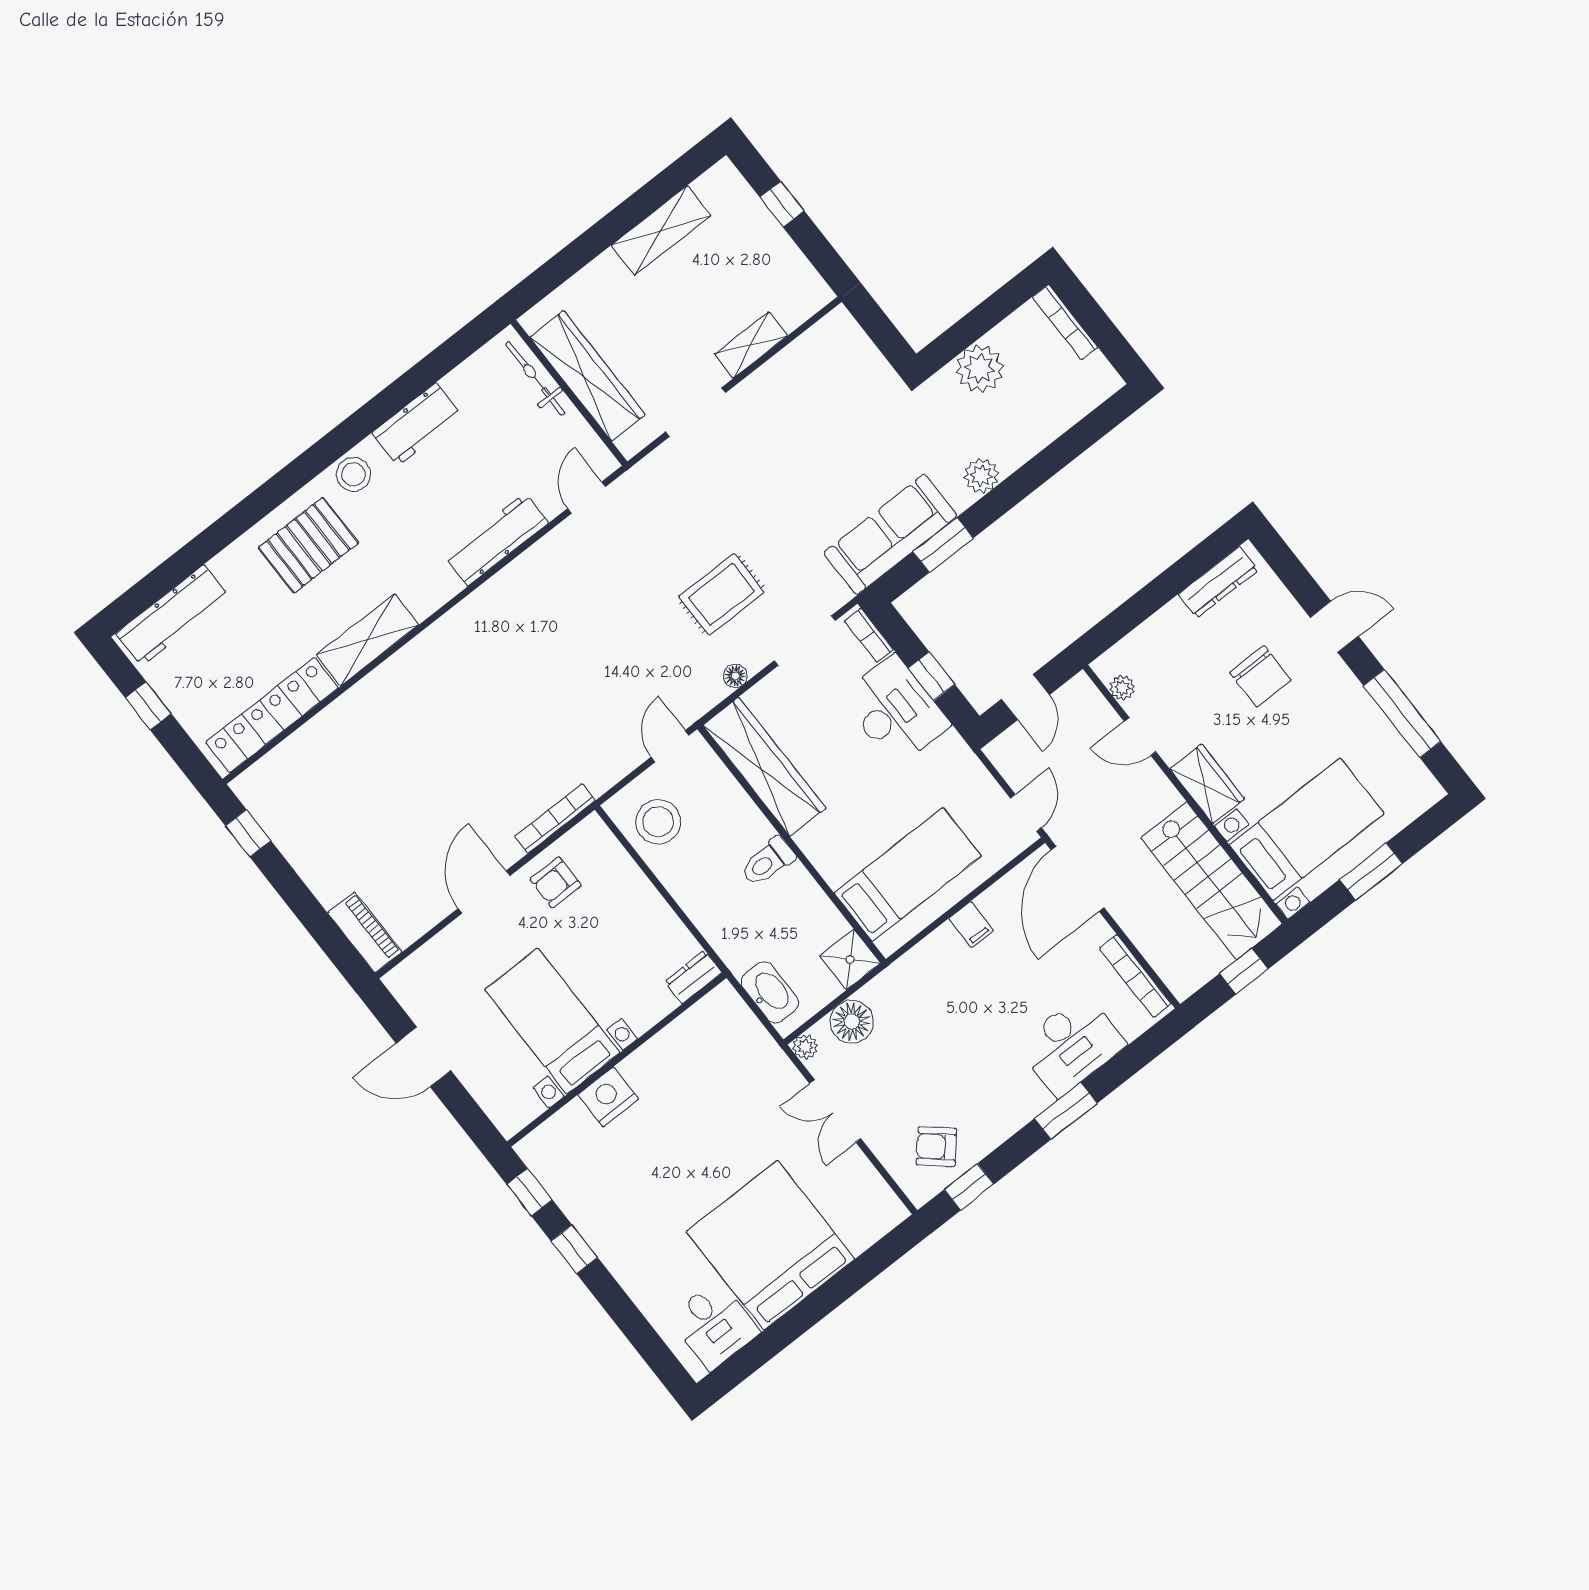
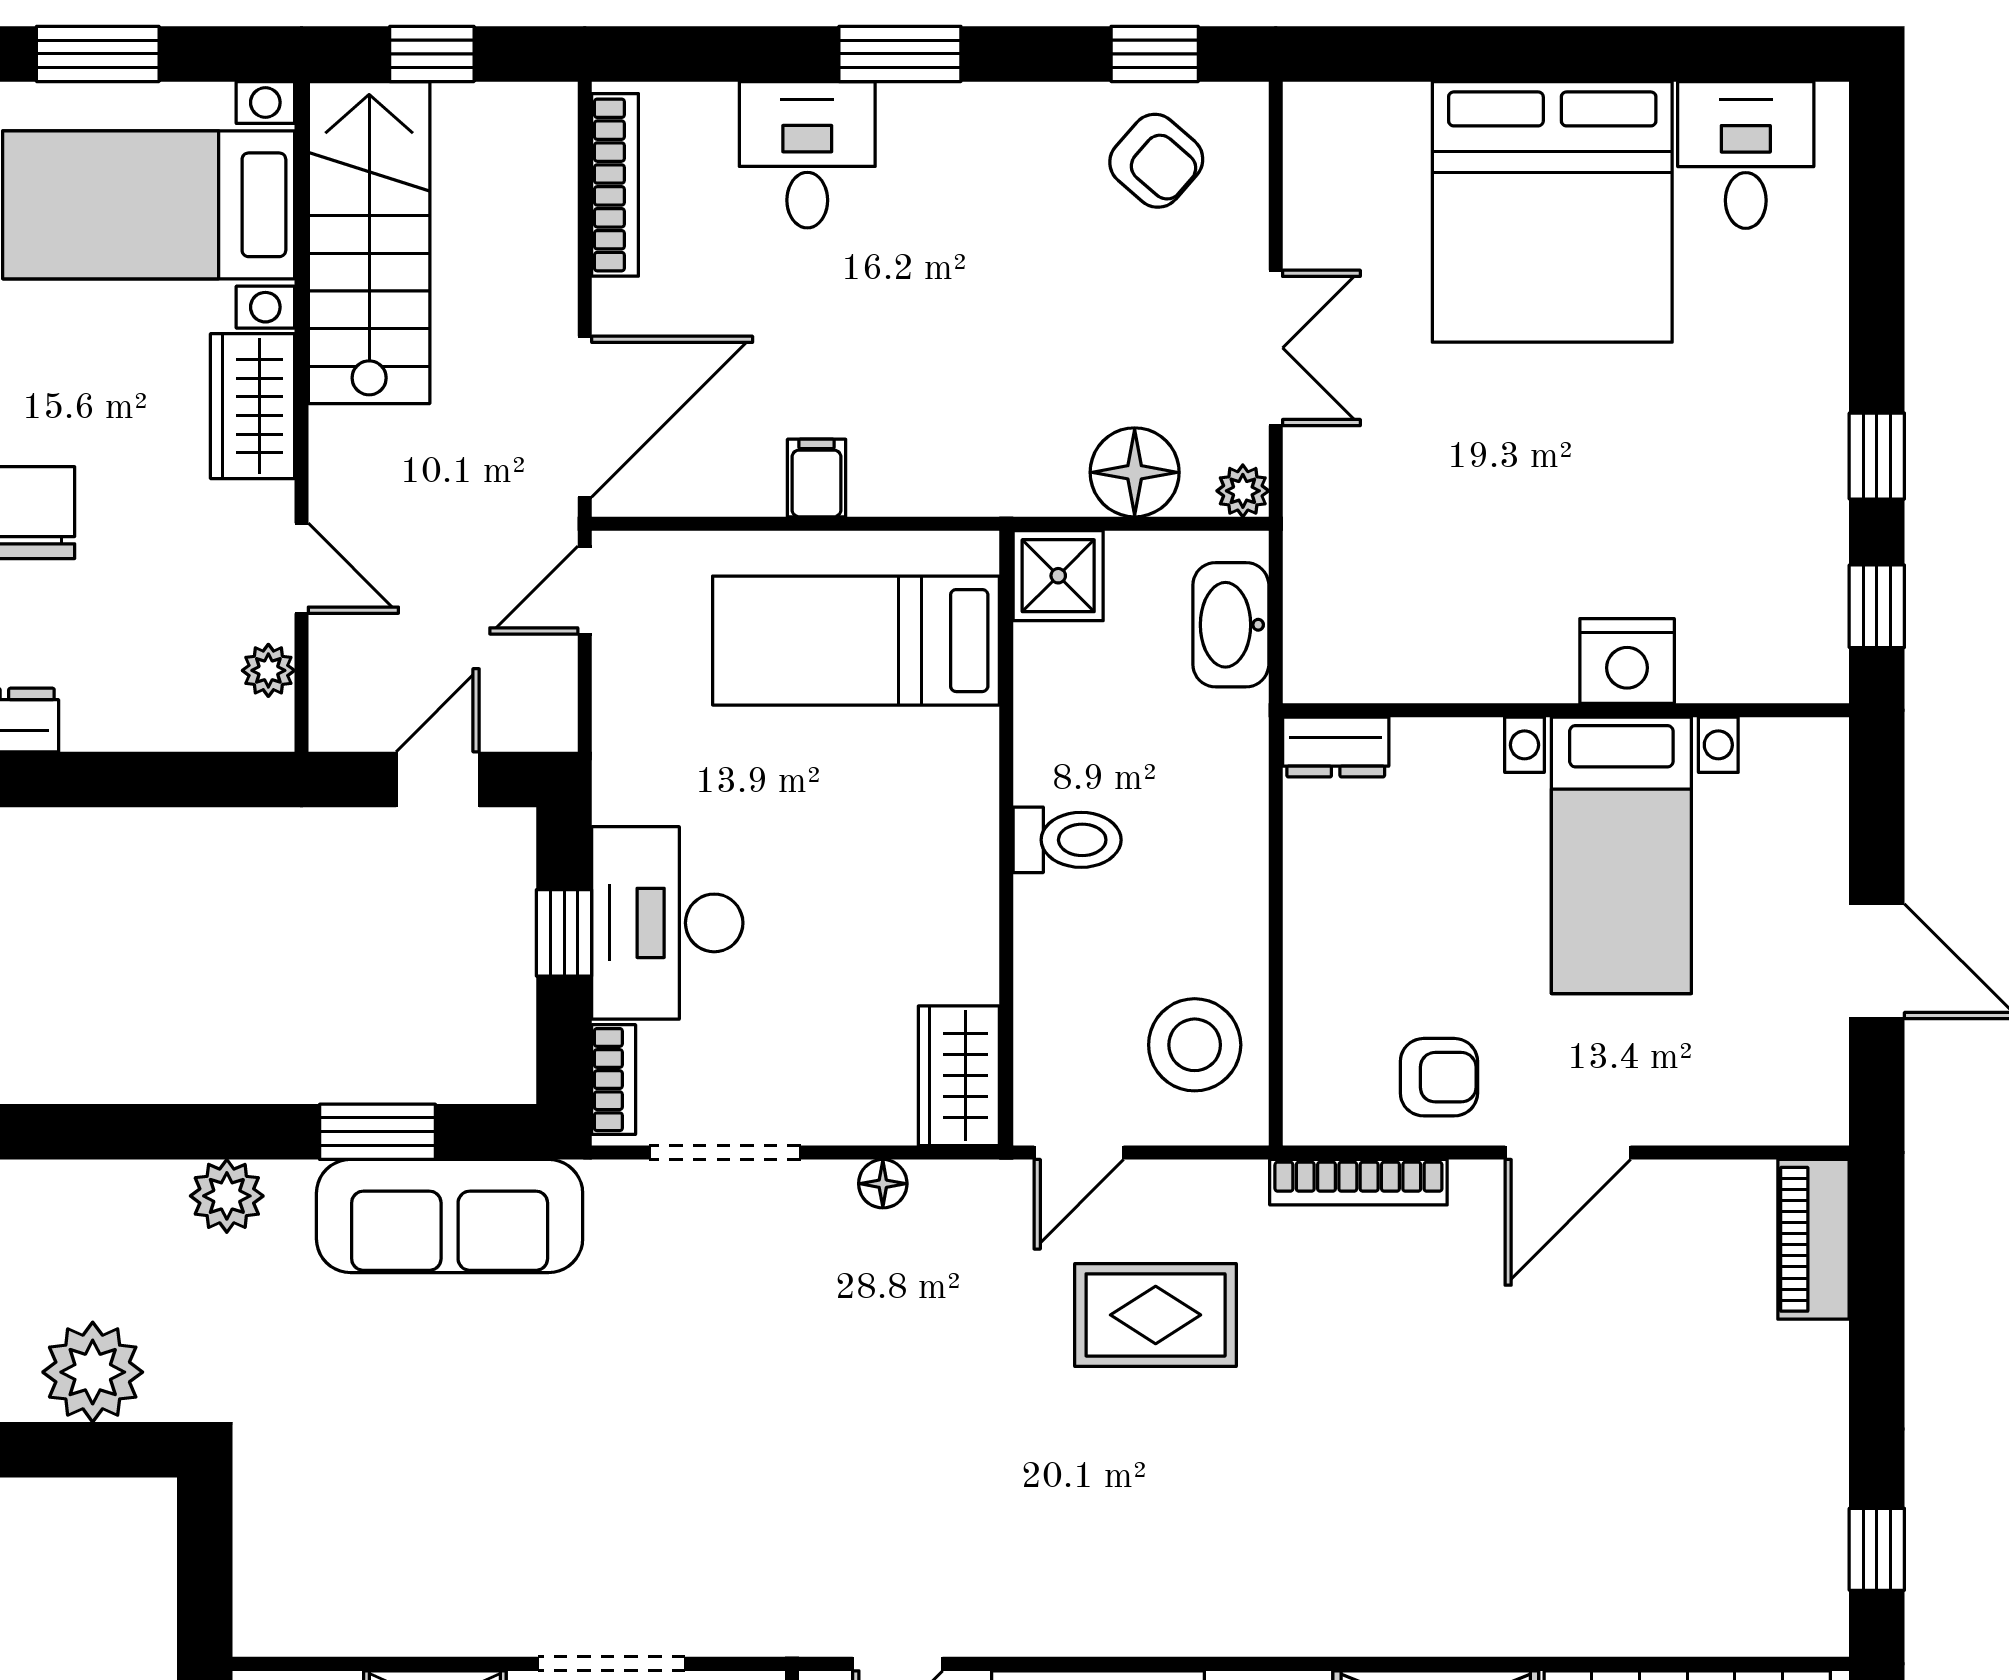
rug: (721, 594) -> (1156, 1315), moved
wardrobe: (764, 767) -> (959, 1076), width x0.48, depth x0.85
desk: (1071, 1045) -> (807, 155), width x0.73

